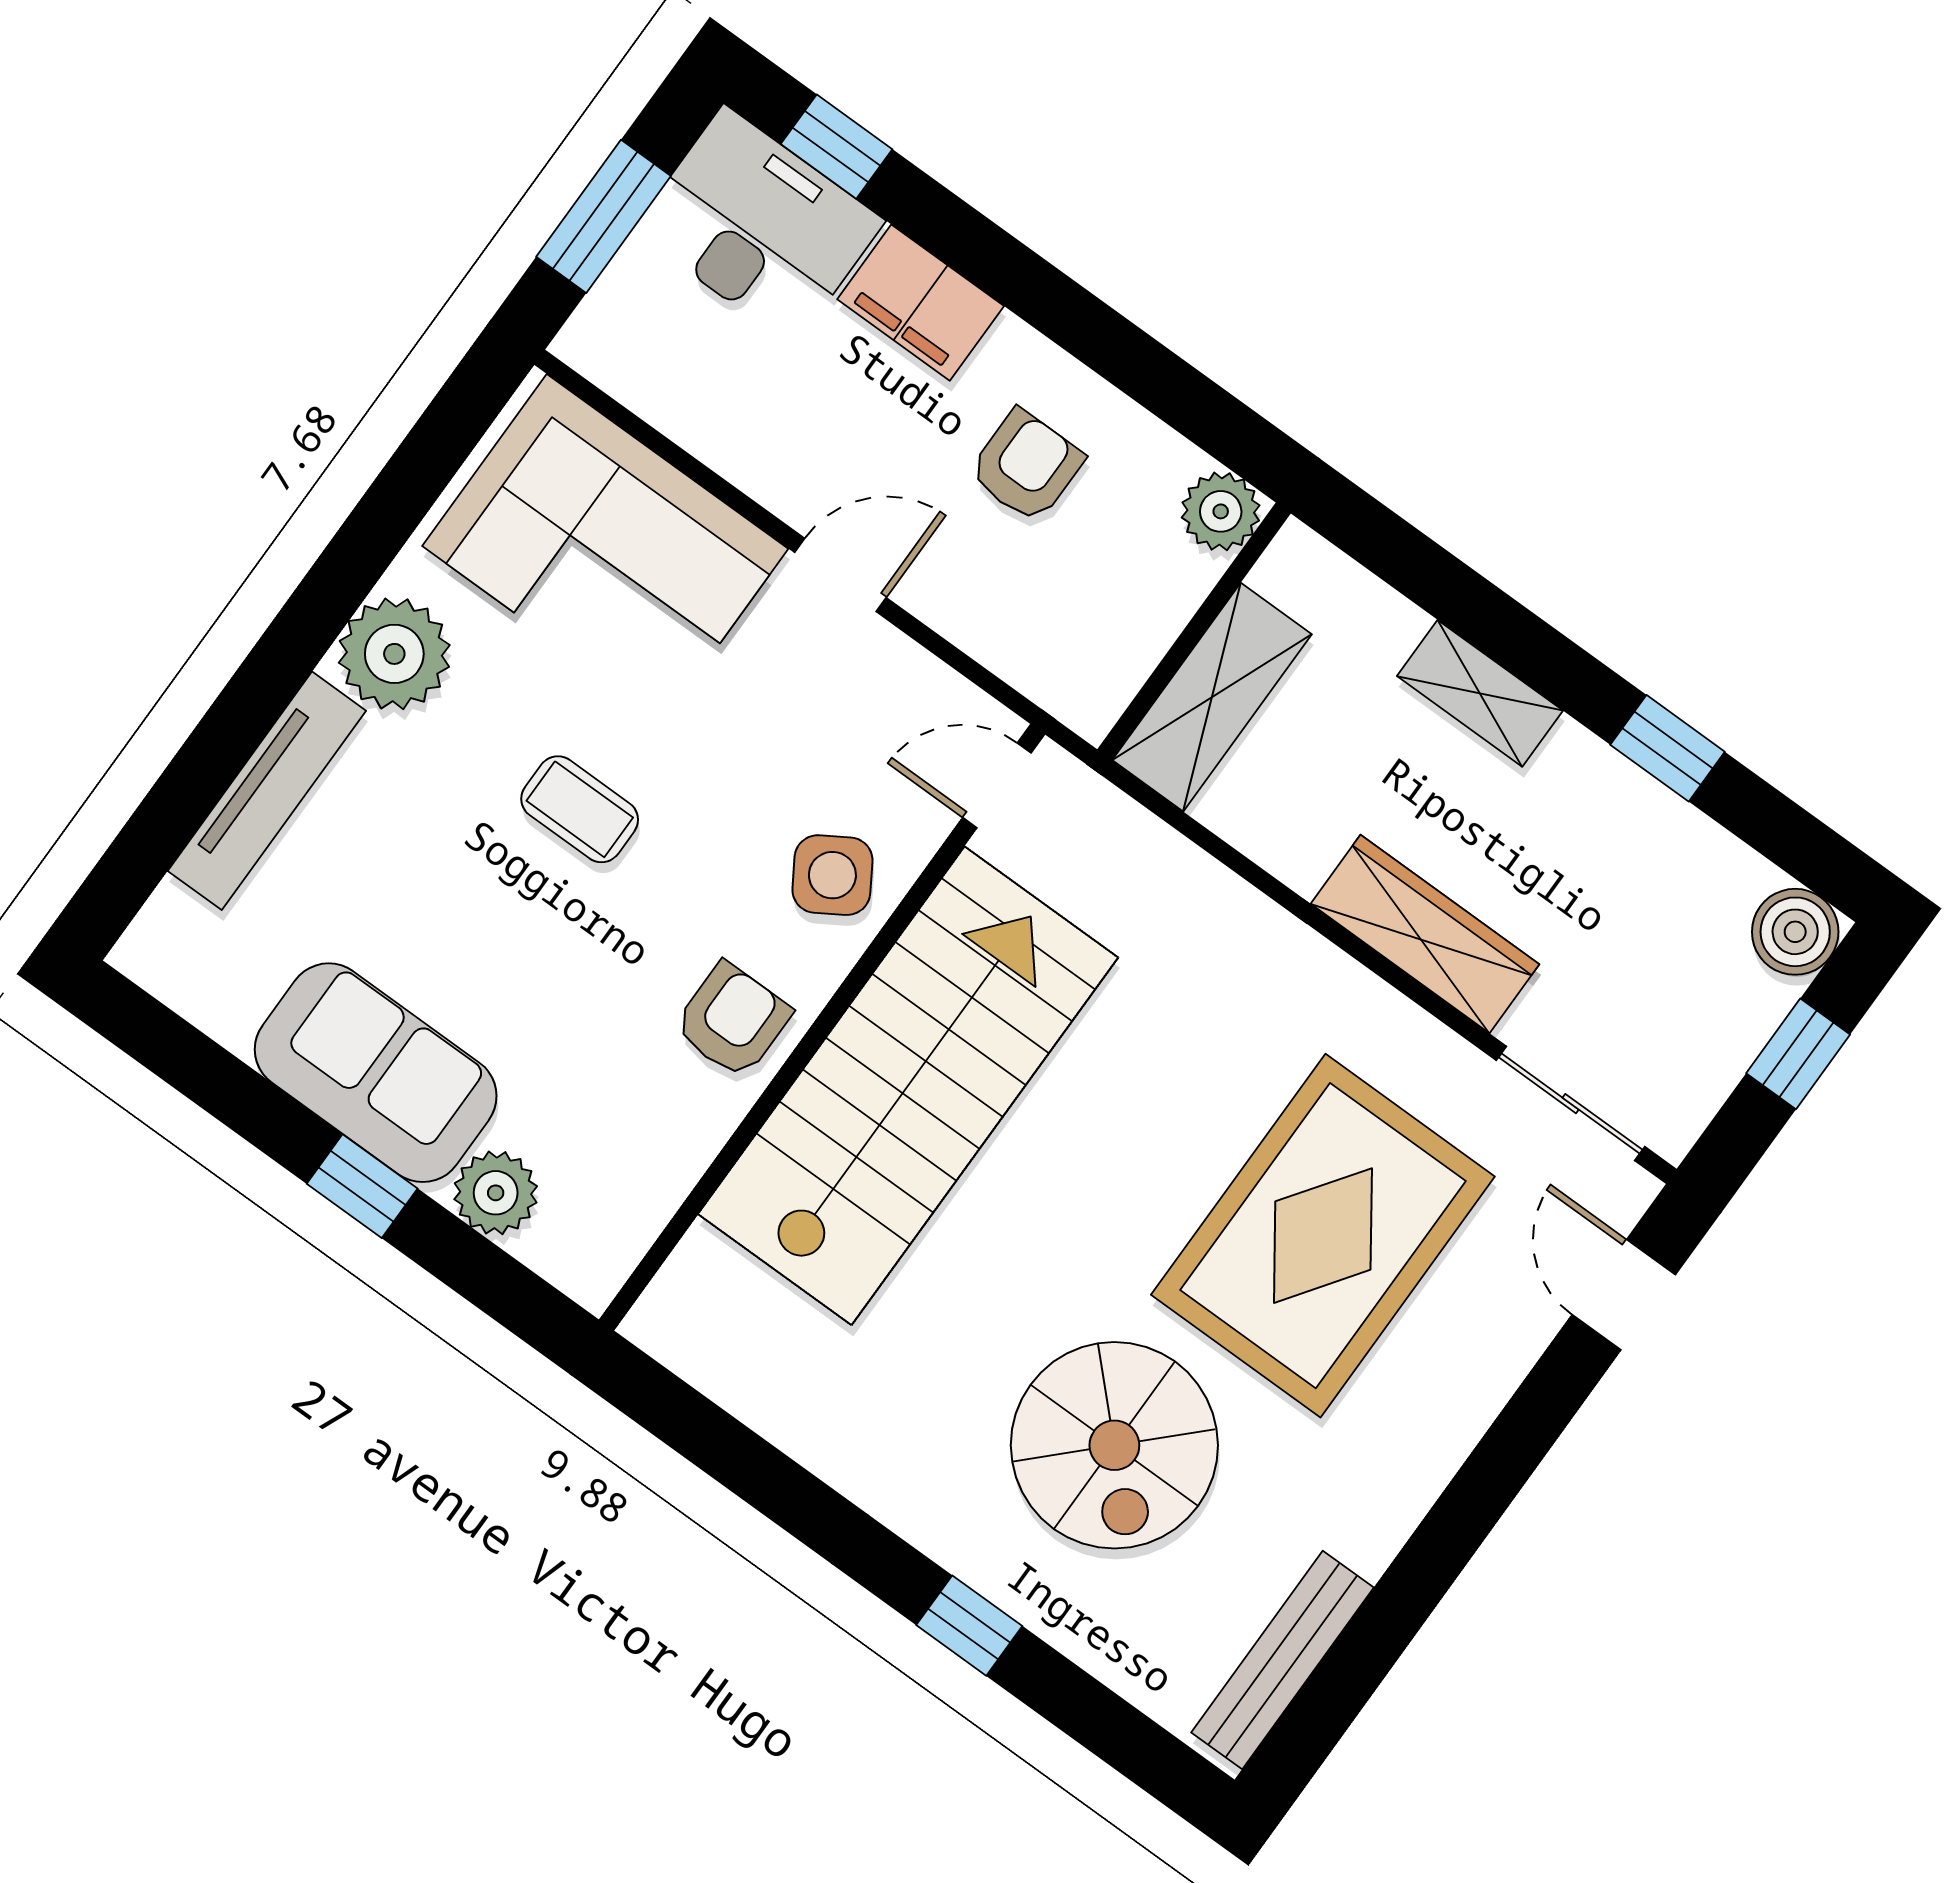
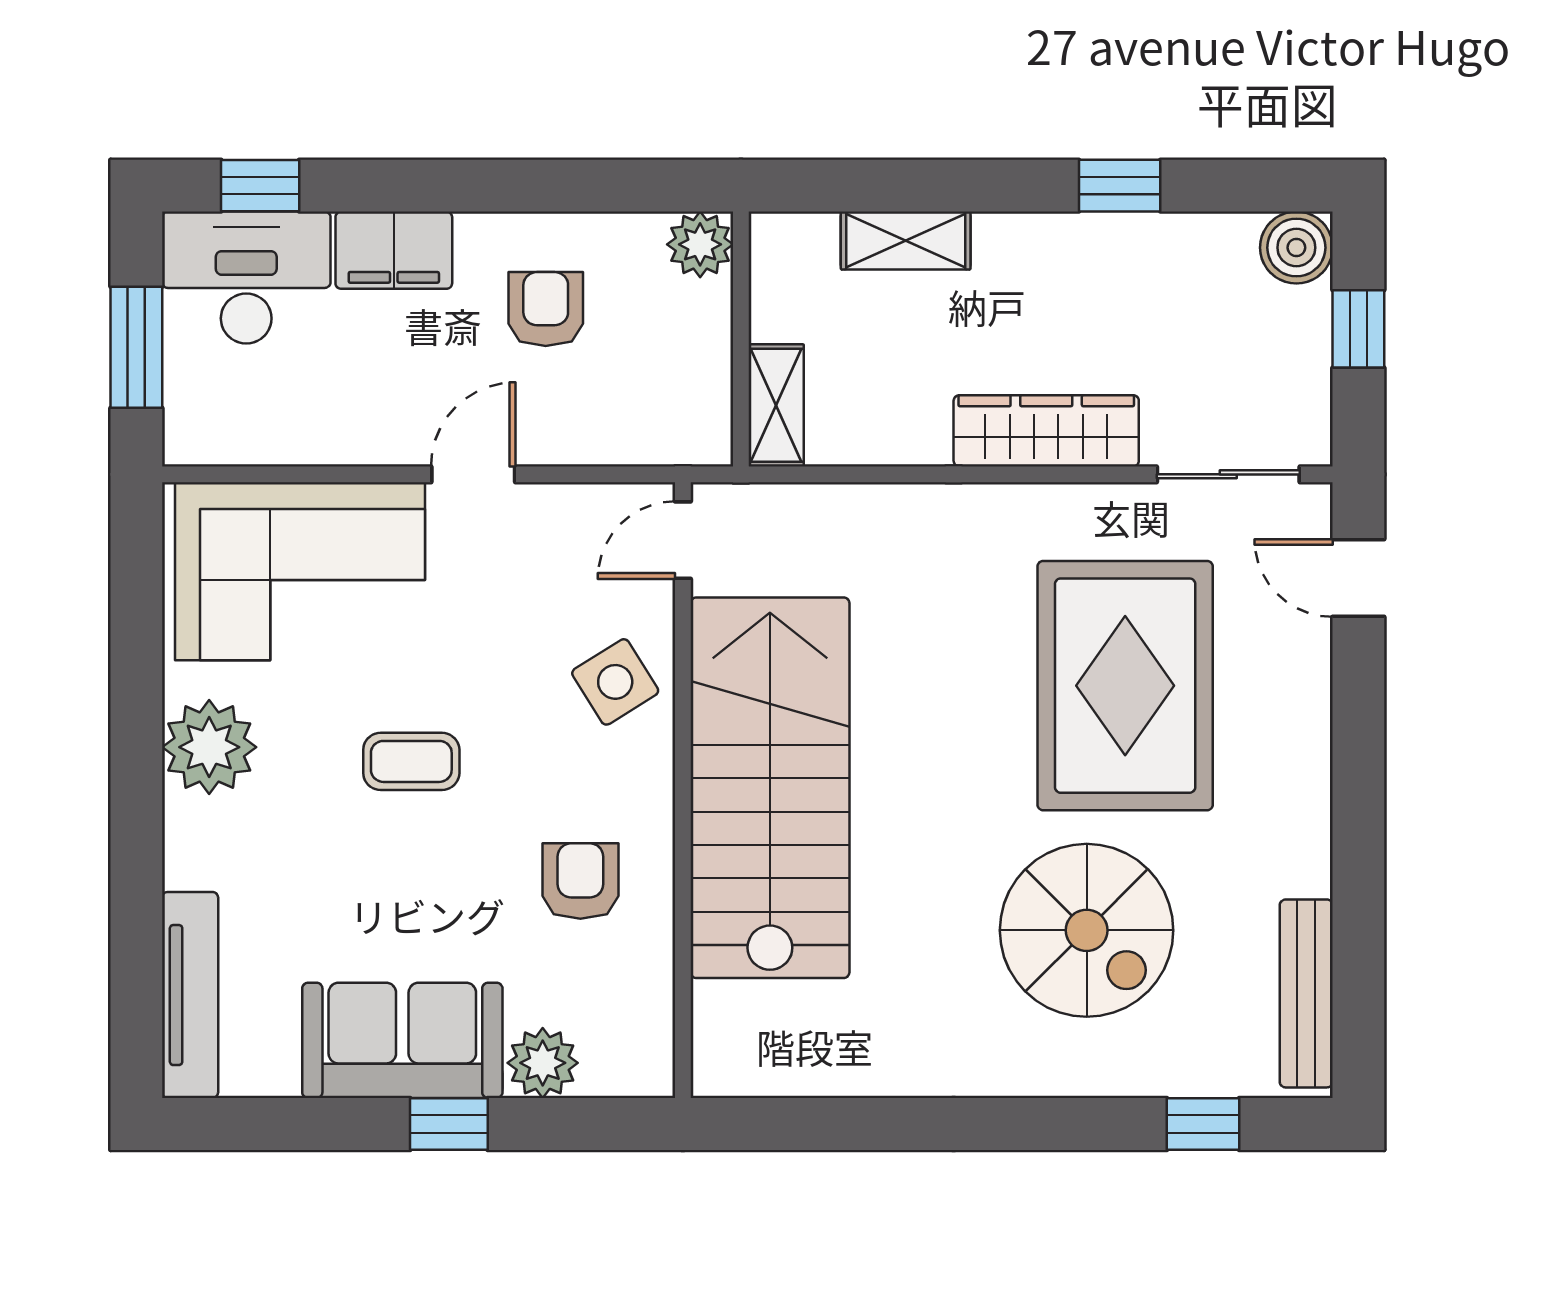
shelving: (1480, 693) -> (906, 241), moved
shelving: (1212, 697) -> (776, 405), width x0.67, depth x0.75
tv unit: (267, 791) -> (190, 995), moved
armchair: (732, 1020) -> (580, 881), moved
window: (969, 1626) -> (1203, 1124), moved

